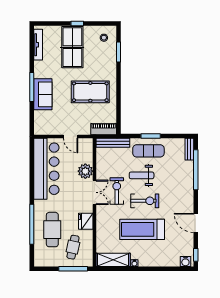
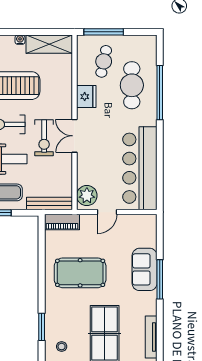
door: (71, 136) -> (107, 212), swing flipped
plant: (85, 171) -> (87, 196), moved

